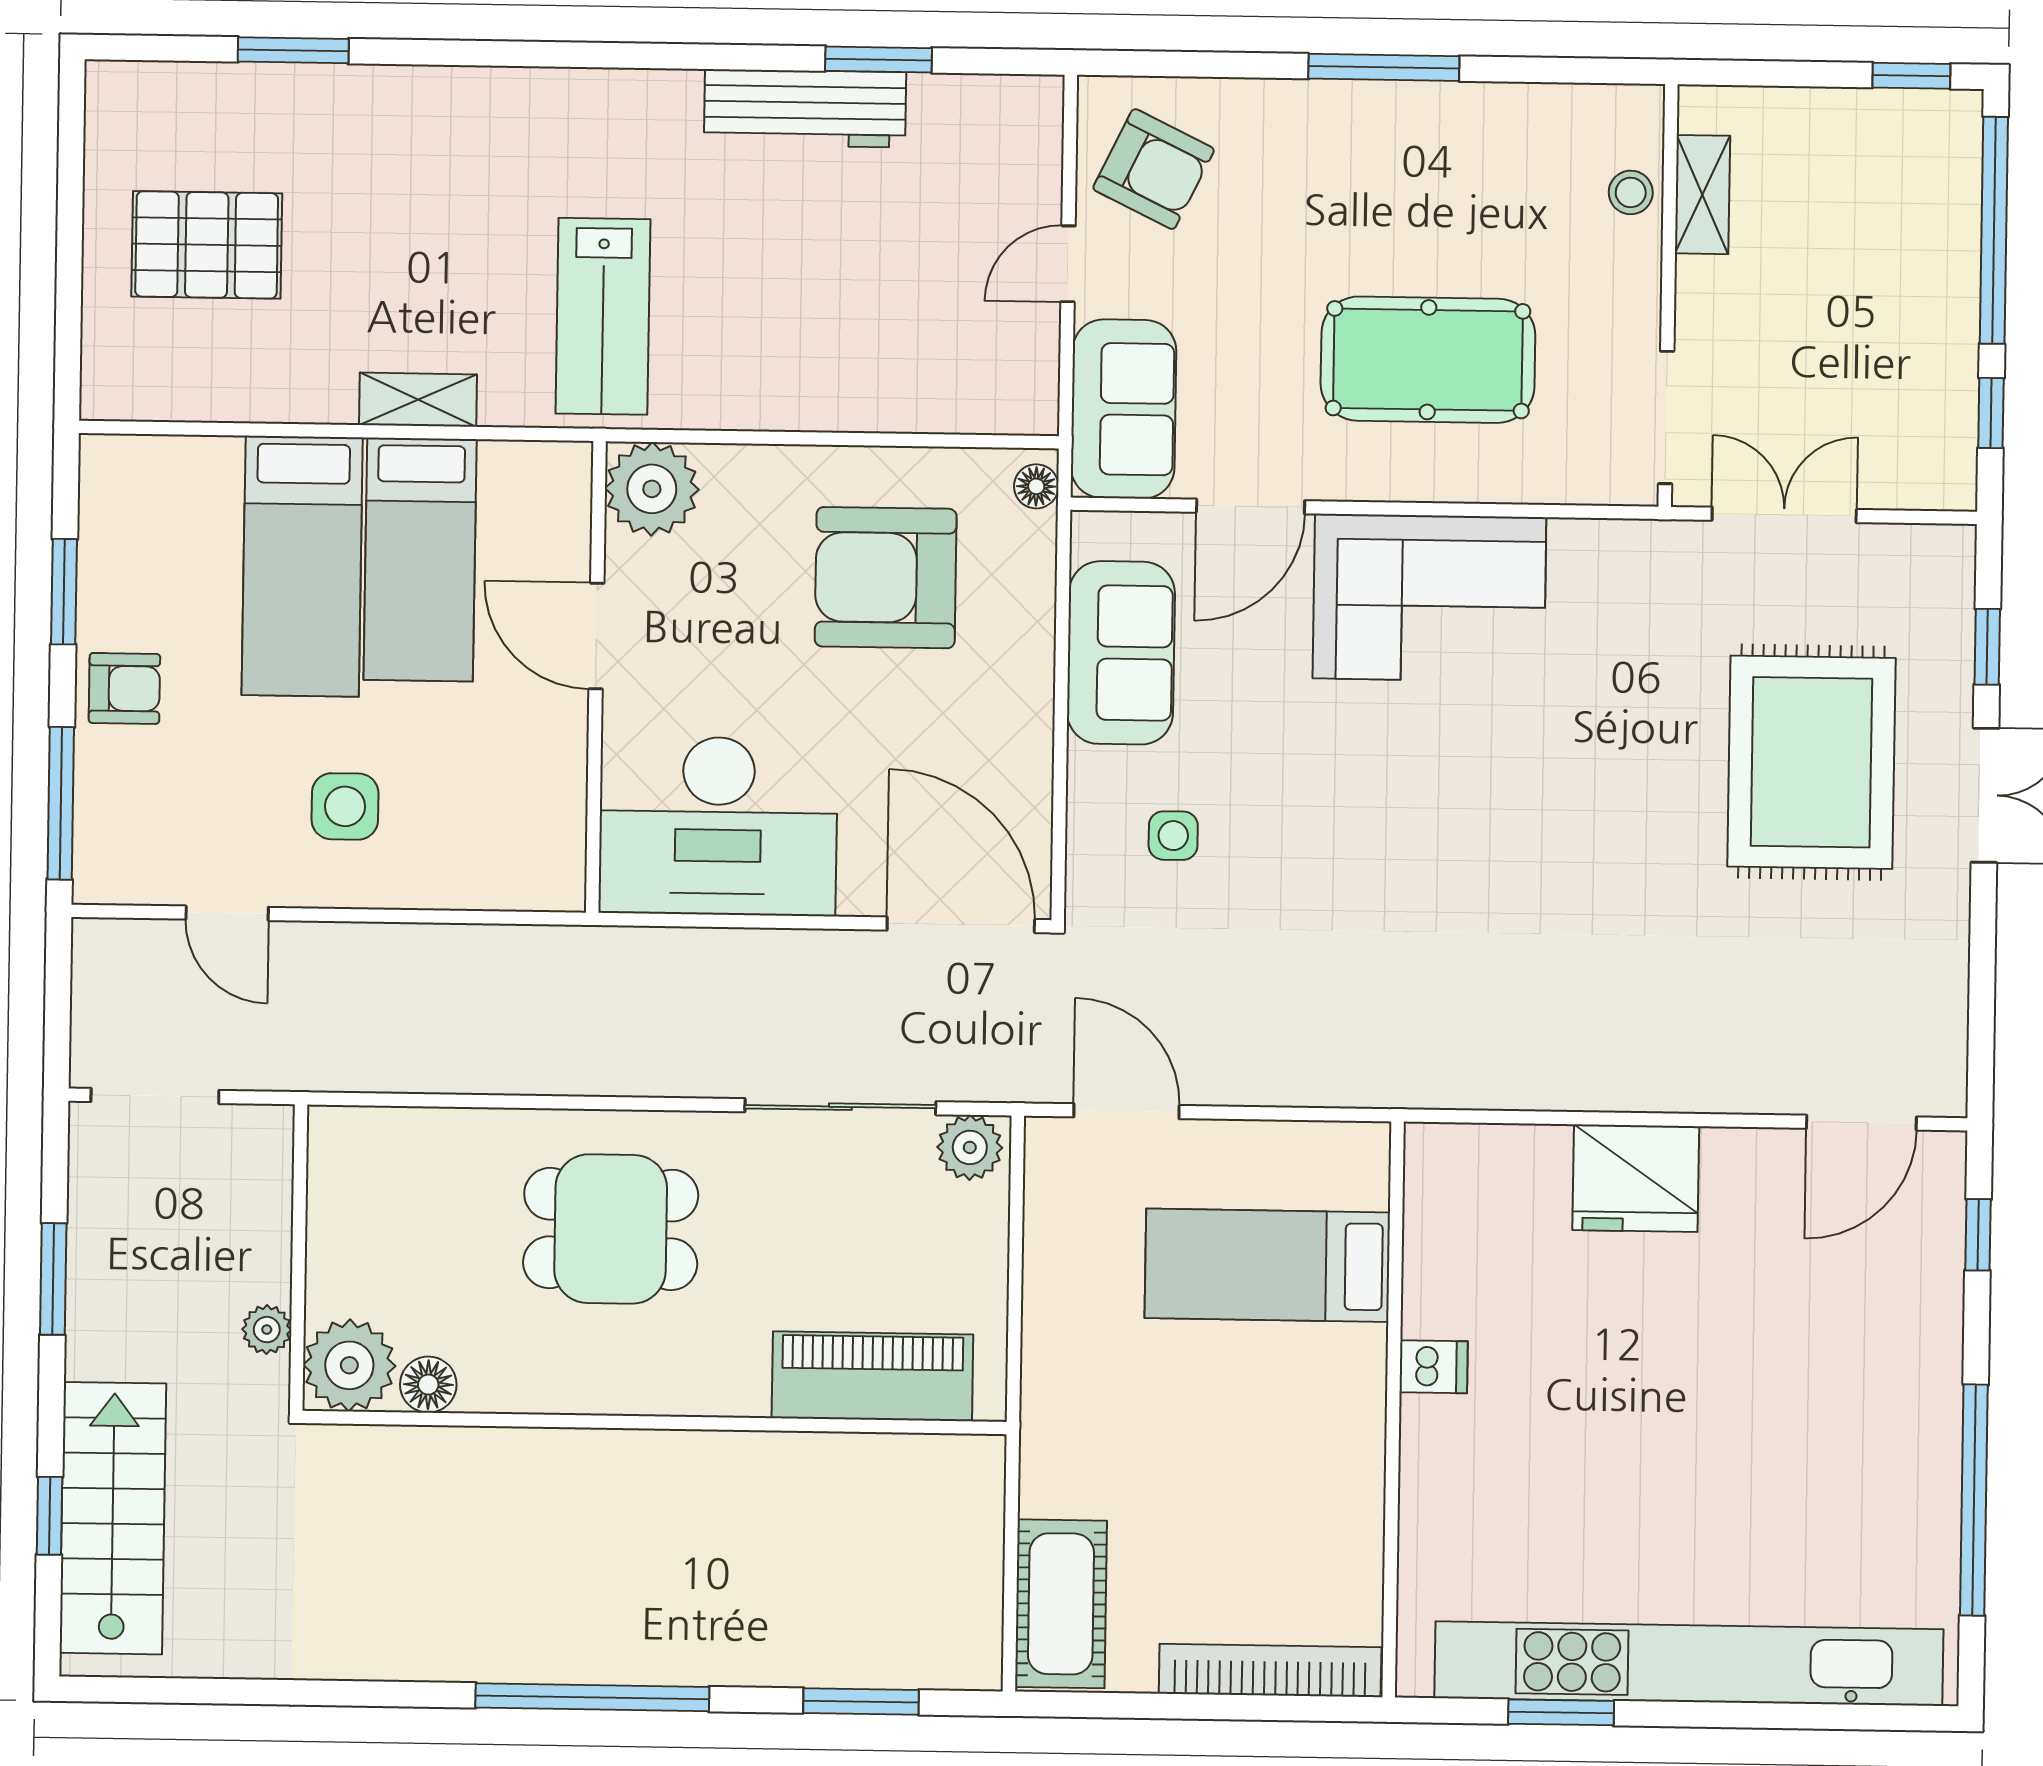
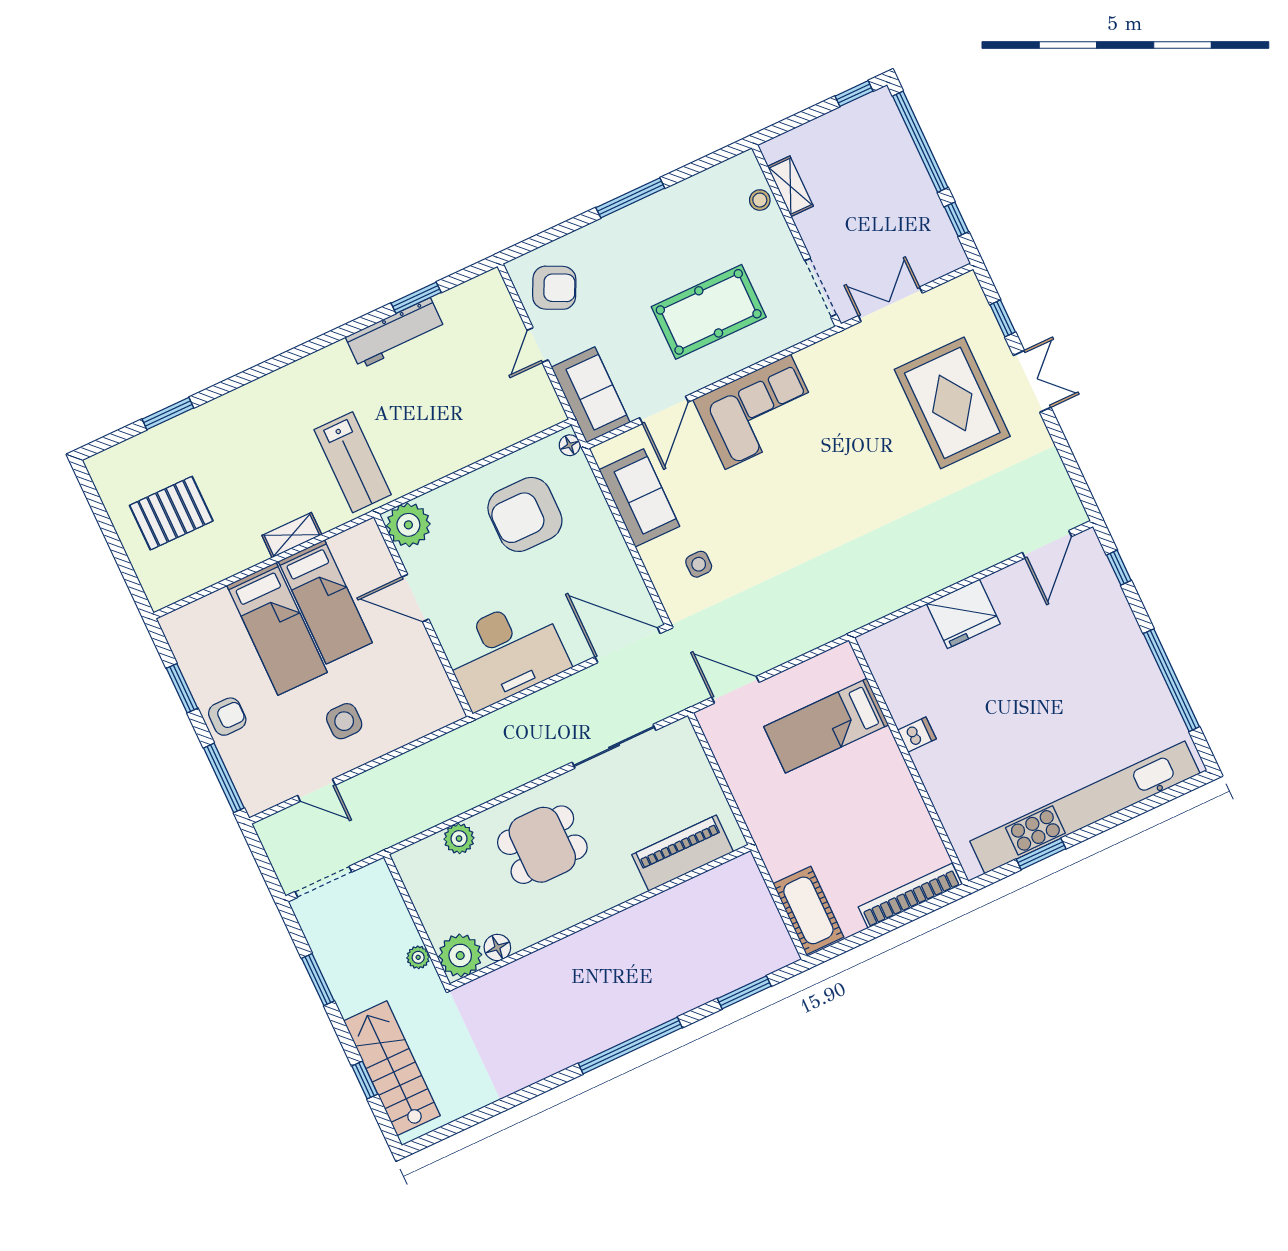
plant: (970, 1147) -> (459, 839), moved

